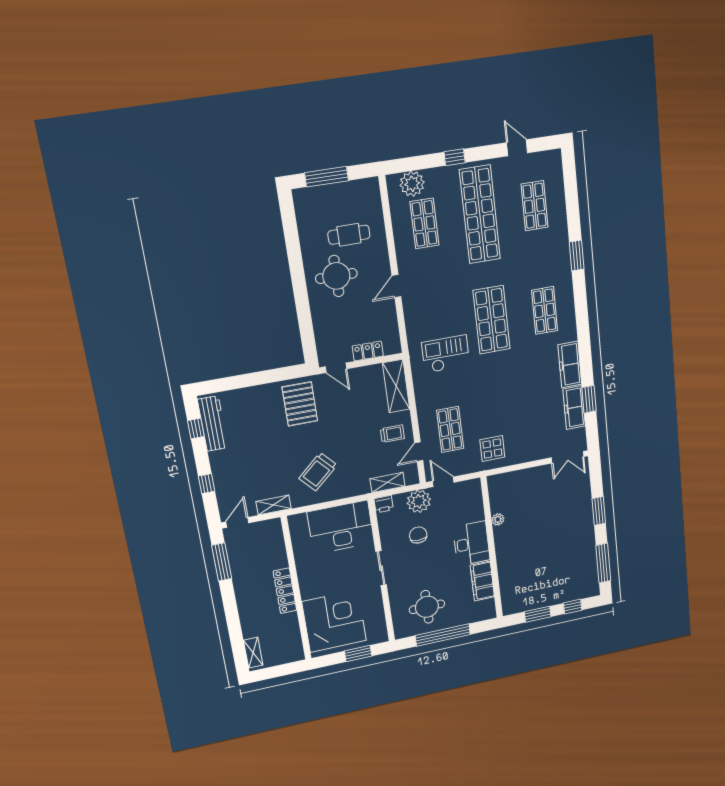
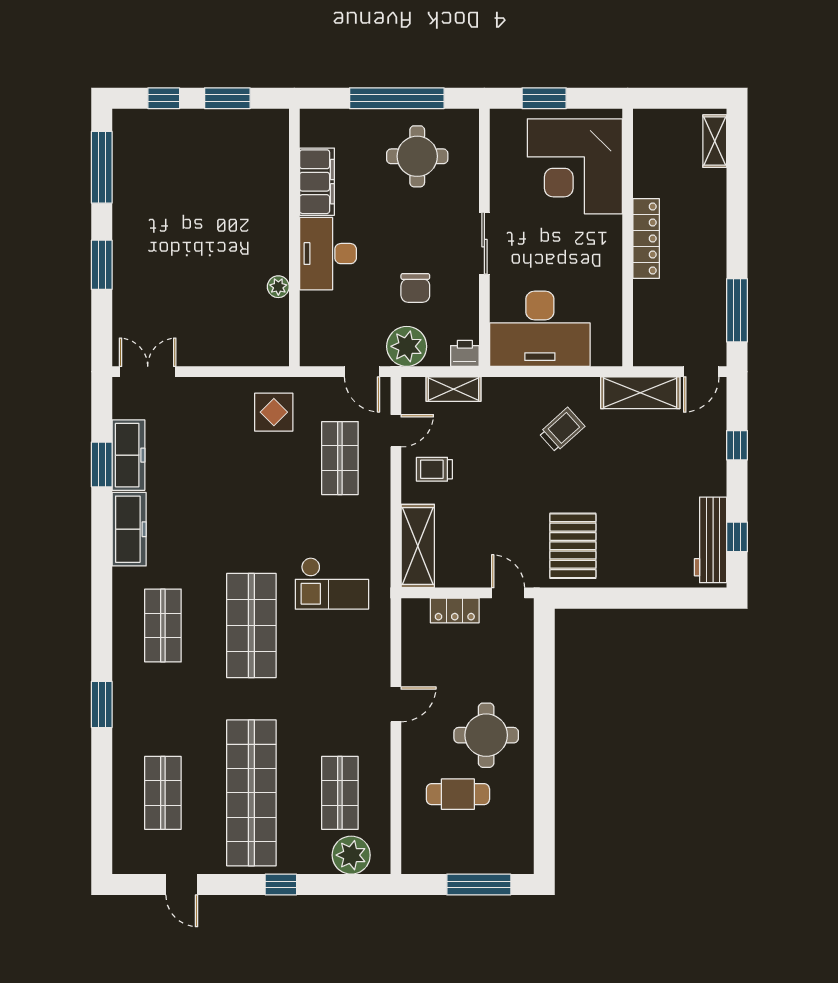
trolley: (318, 472) -> (562, 430), width x0.73, depth x0.72
shelving: (274, 505) -> (640, 393), width x1.50, depth x1.33

